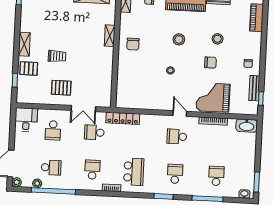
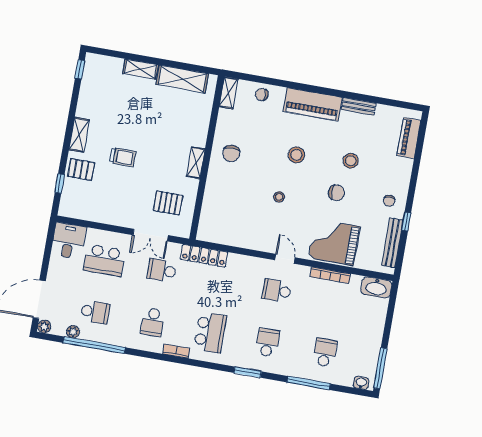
shelving: (110, 36) -> (196, 163), moved
pallet: (61, 88) -> (168, 203), moved
bench: (254, 88) -> (392, 243), width x1.36
window: (261, 99) -> (406, 222), moved
school desk: (53, 130) -> (104, 260), width x1.85
school desk: (92, 170) -> (153, 322), turned 180
window: (257, 182) -> (380, 368), width x1.44

